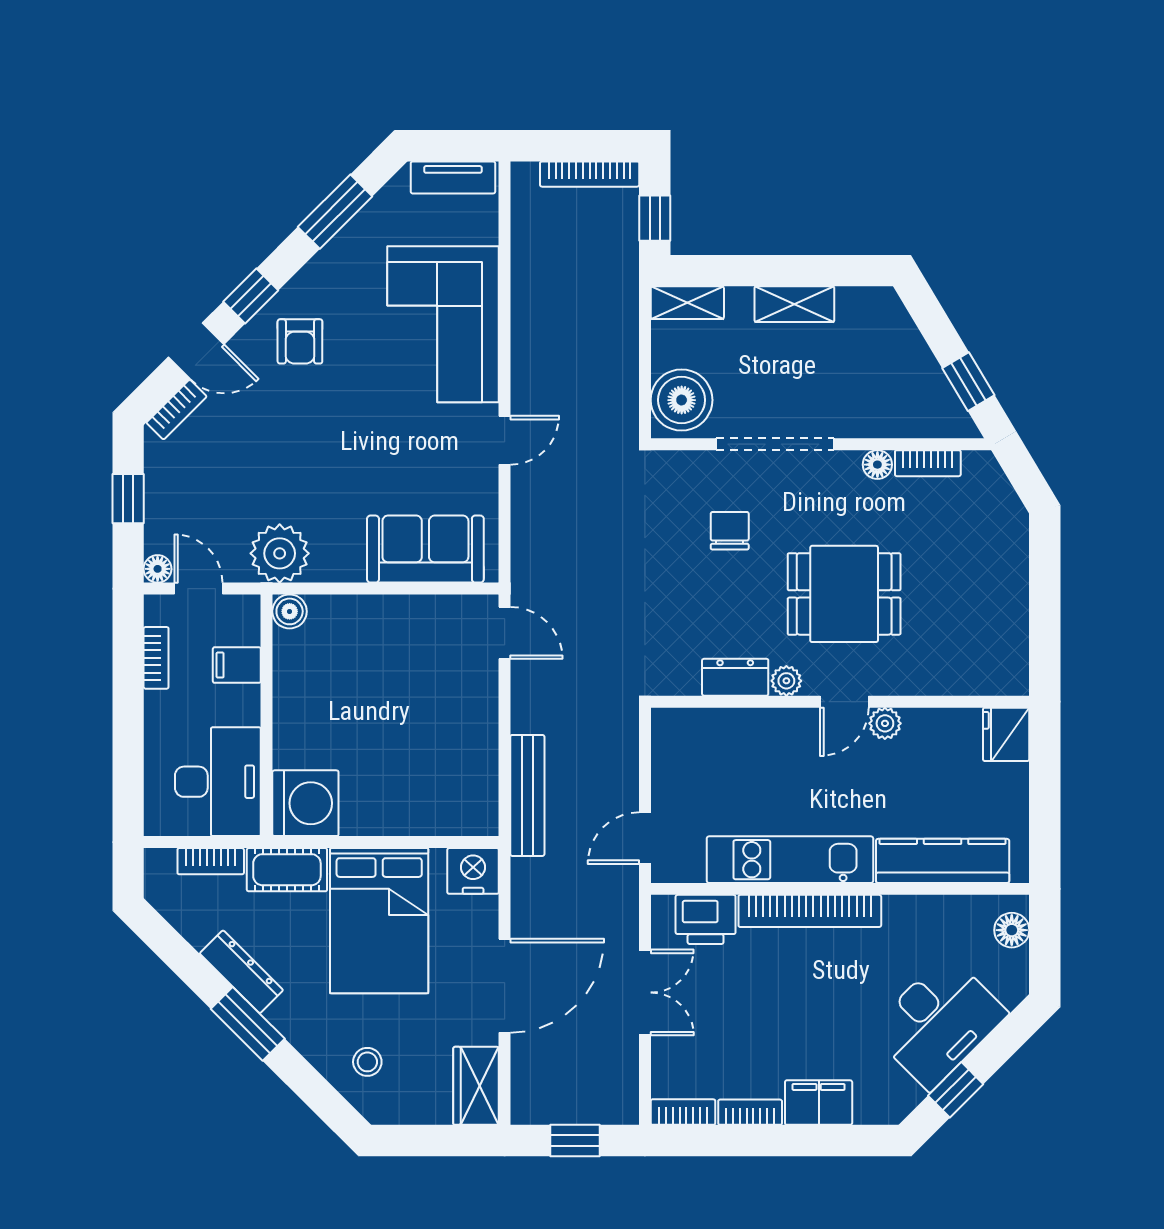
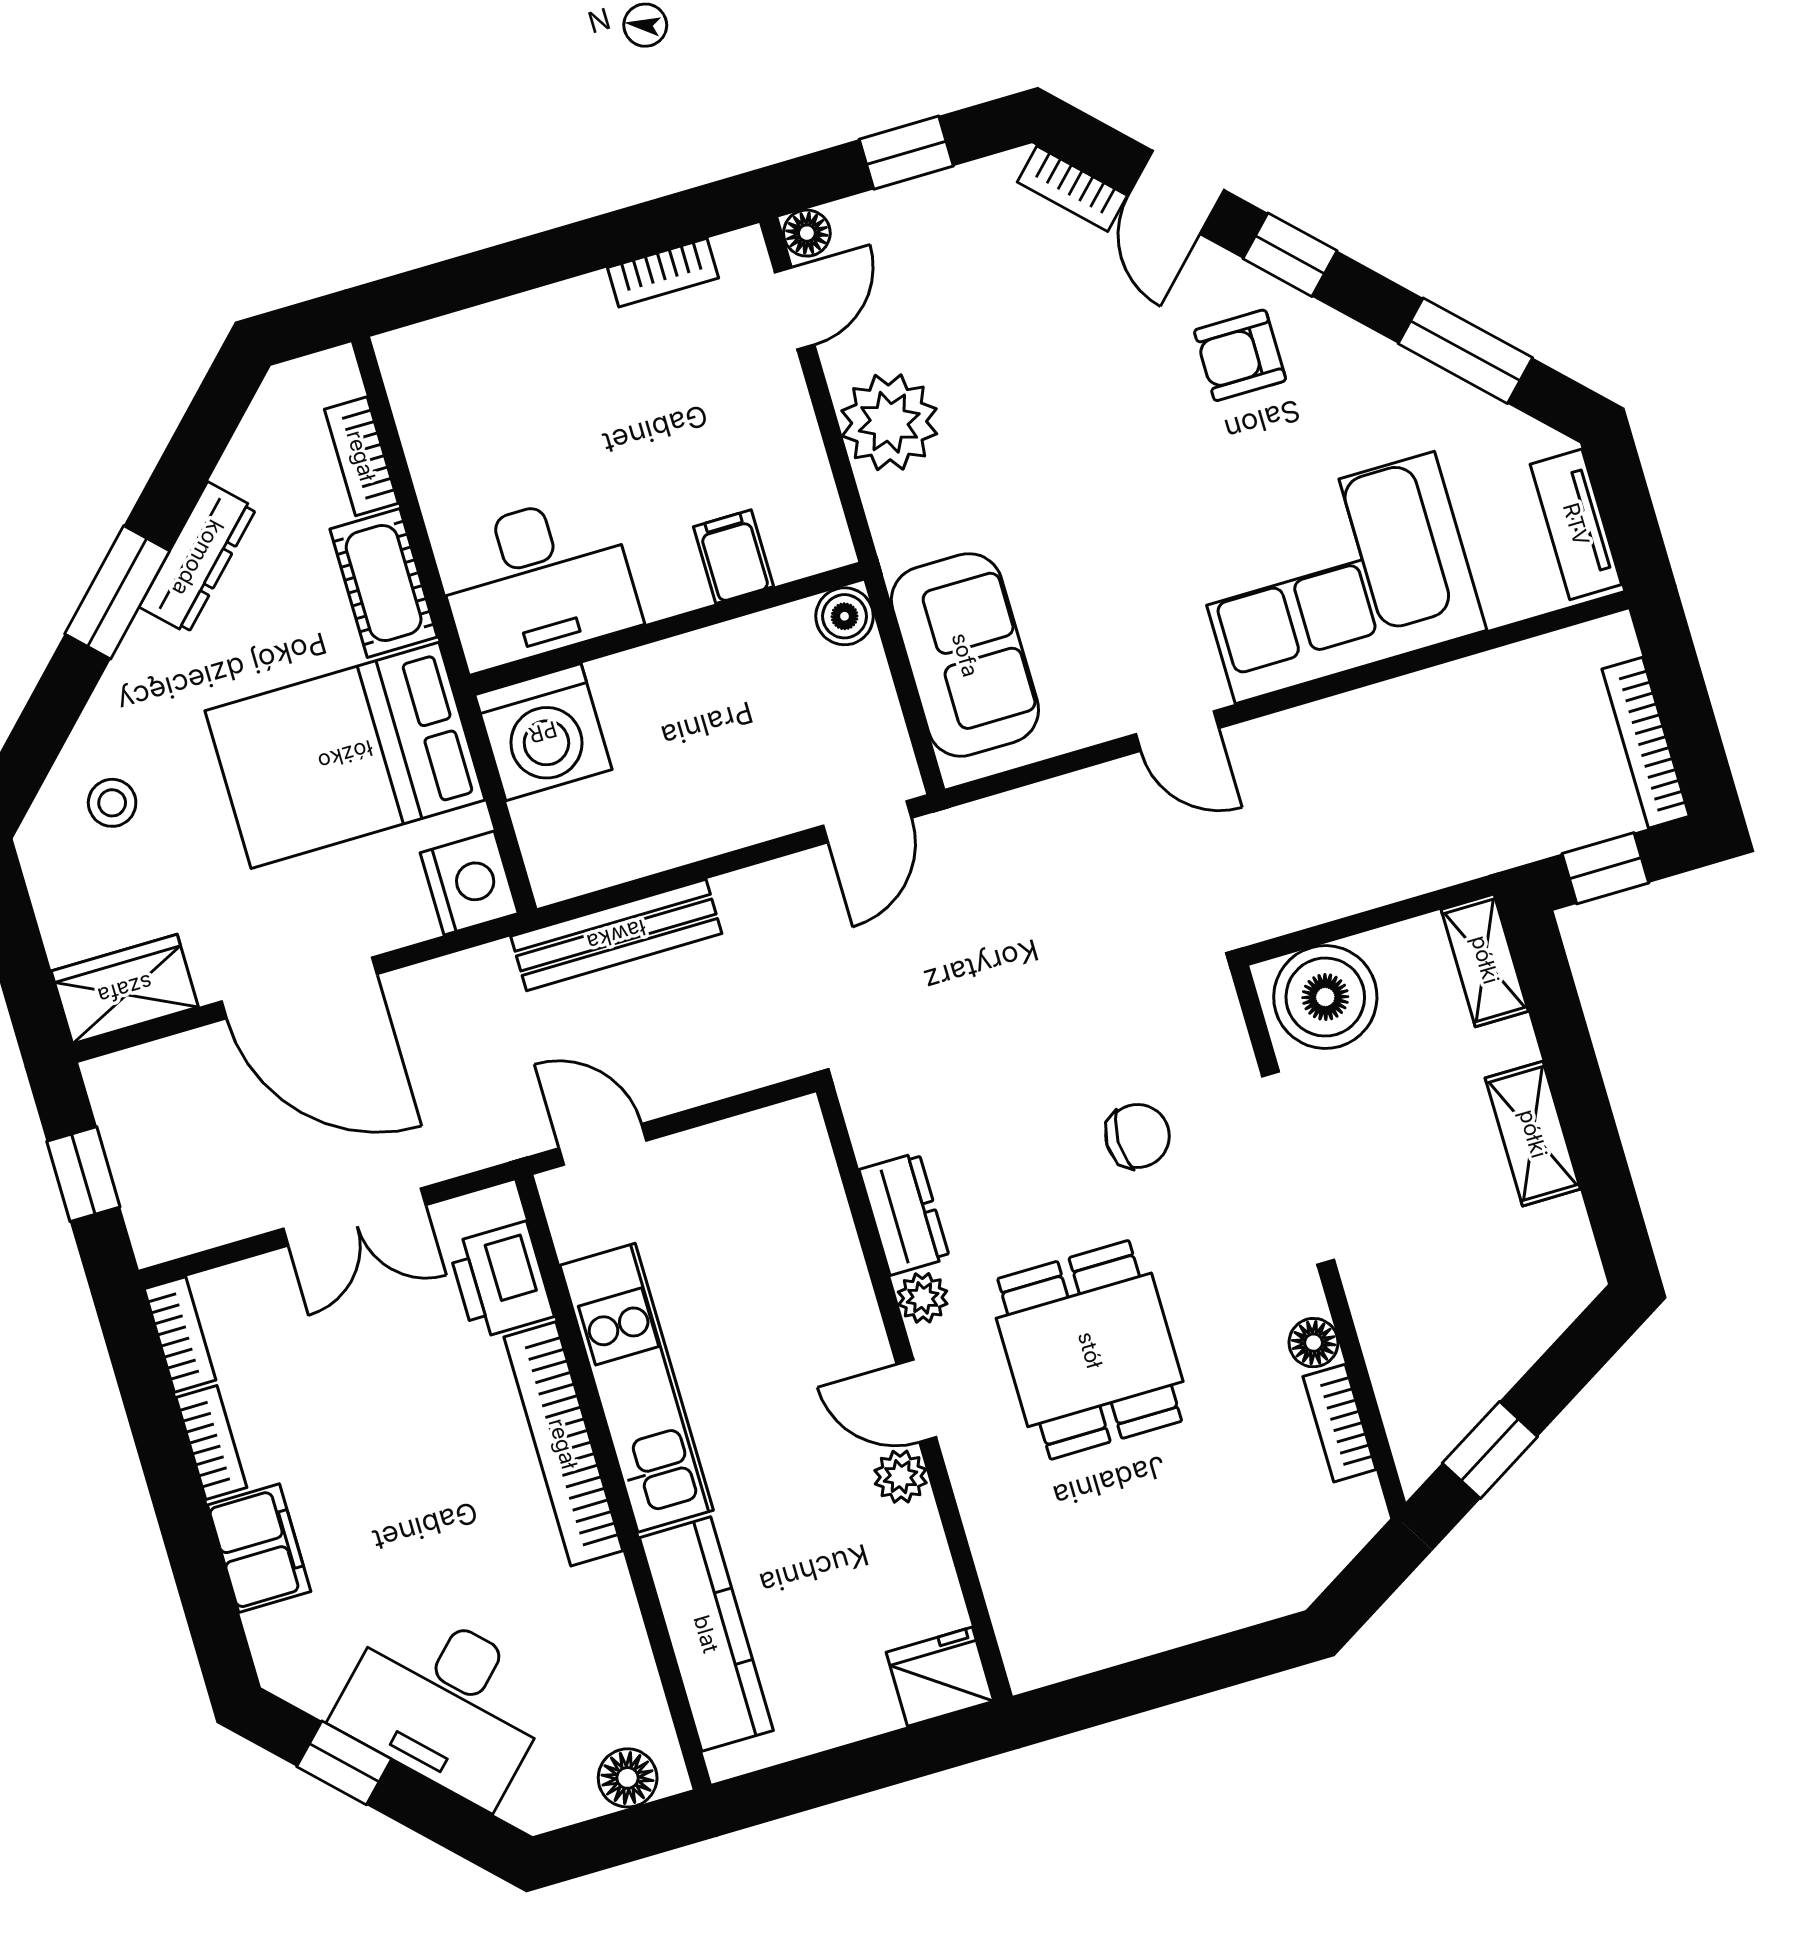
boiler: (290, 611) -> (845, 616), moved
filing cabinet: (237, 665) -> (733, 557), moved
wall: (267, 715) -> (667, 628), moved
desk: (218, 782) -> (537, 581), moved
washing machine: (305, 803) -> (543, 732), moved

